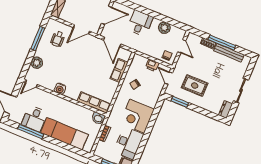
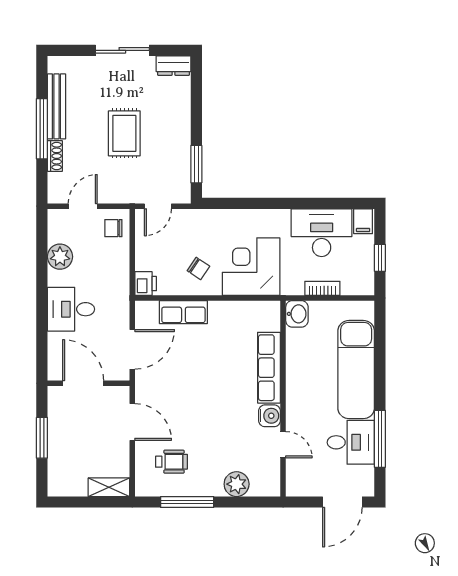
printer: (152, 65) -> (146, 284), moved
door: (31, 84) -> (283, 445), moved
rug: (195, 85) -> (124, 133), moved
row of seats: (94, 103) -> (269, 368), moved
corner desk: (137, 116) -> (251, 267), moved, turned 180

